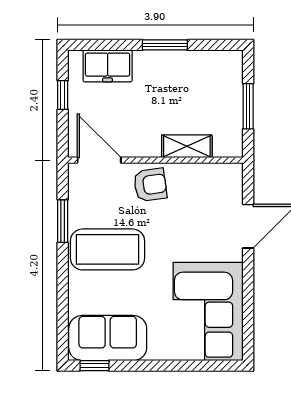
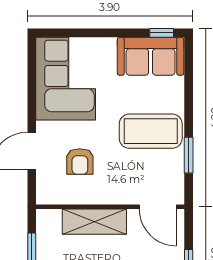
shelving: (187, 146) -> (94, 222), width x1.50, depth x1.33
armchair: (150, 185) -> (80, 161), moved, turned -82

